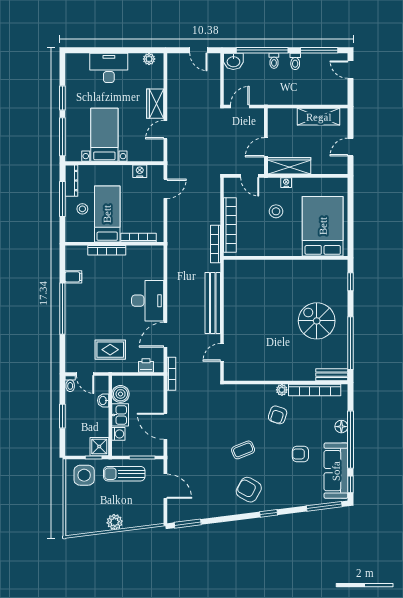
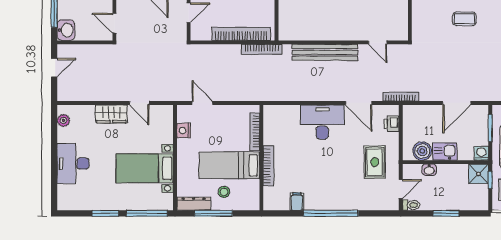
washing machine: (118, 434) -> (481, 153), moved
coffee table: (243, 450) -> (464, 19), moved, turned -68

